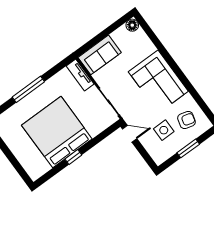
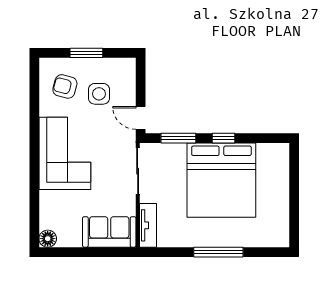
window: (99, 138) -> (178, 138), added

